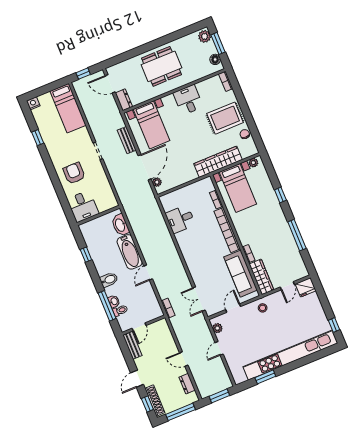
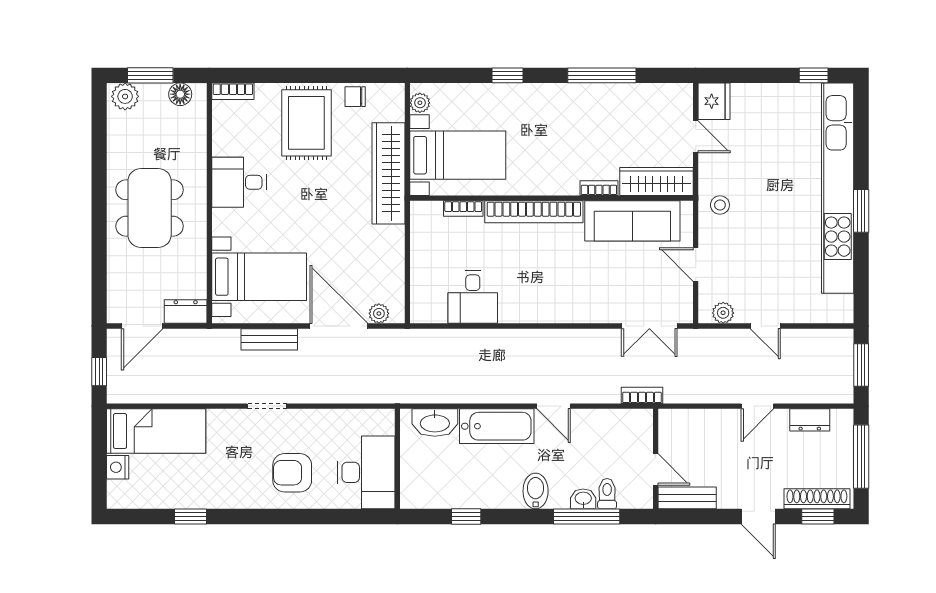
nightstand: (33, 103) -> (118, 467), moved
desk: (83, 206) -> (366, 472), width x1.37
window: (265, 377) -> (861, 211), moved

